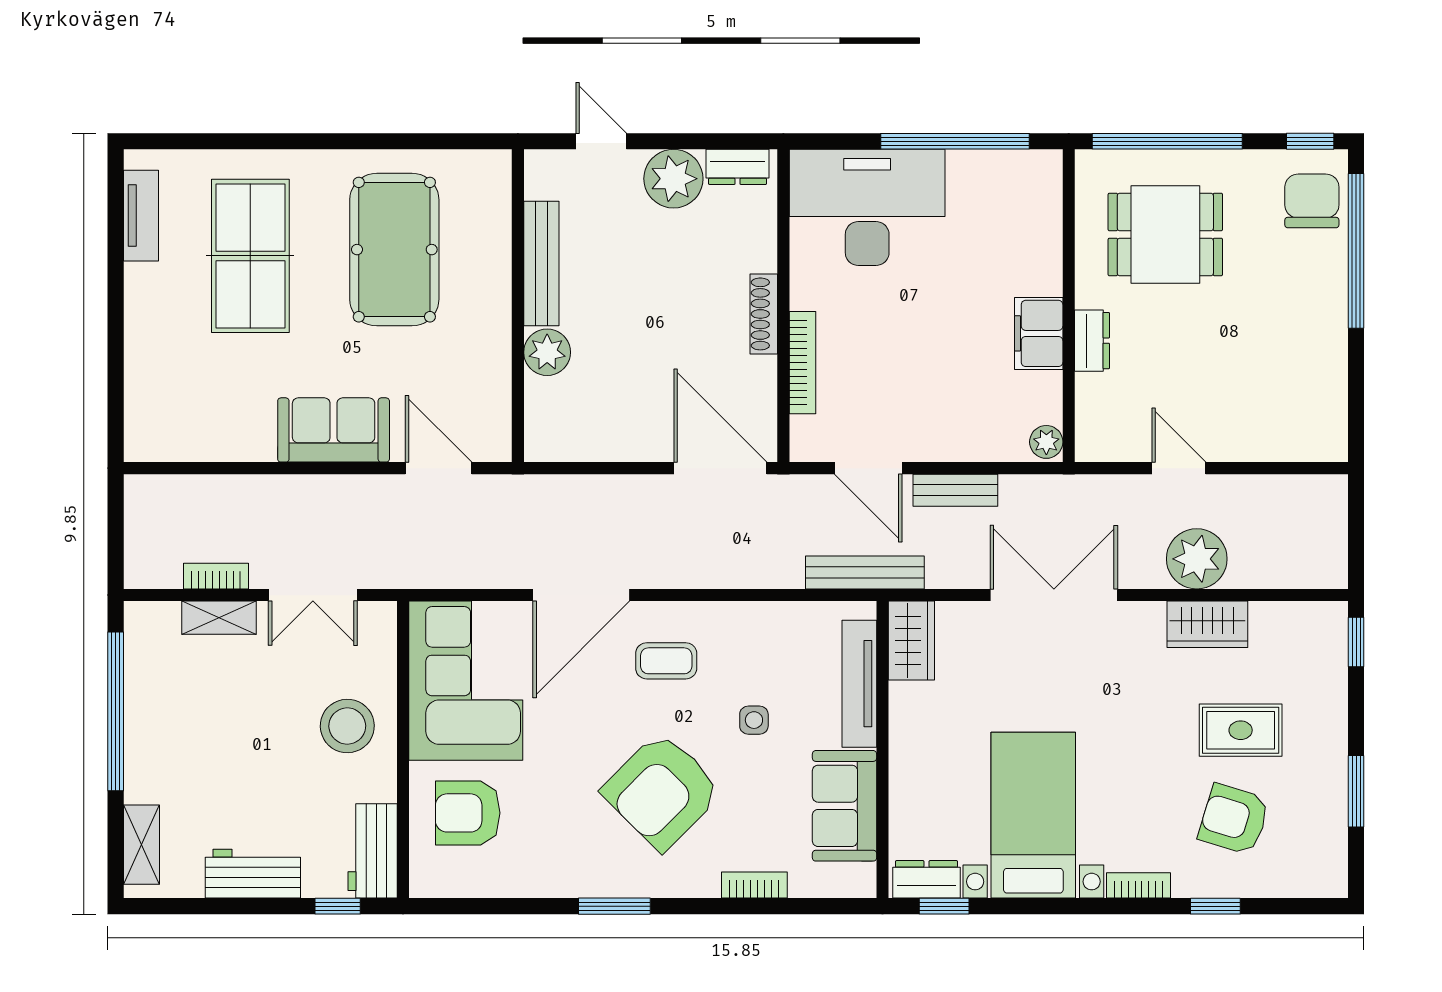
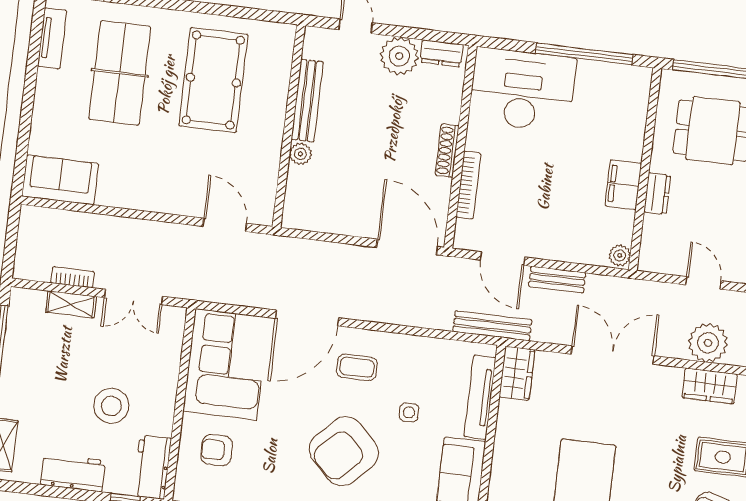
plant: (547, 352) -> (300, 154), width x0.73, depth x0.73
sofa: (334, 430) -> (60, 180), moved
stool: (347, 726) -> (111, 406), moved
armchair: (468, 813) -> (217, 450), width x0.72, depth x0.72

